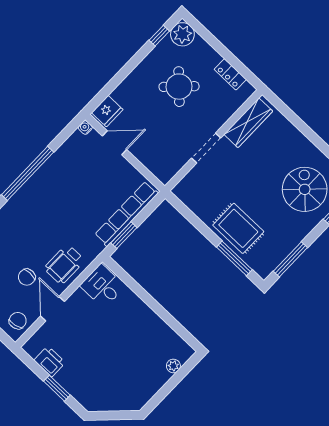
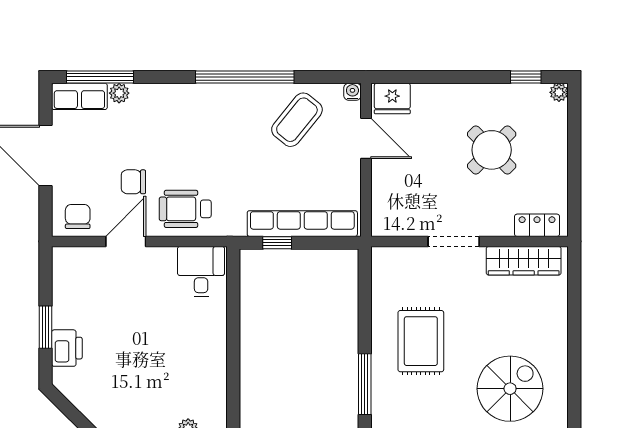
plant: (182, 34) -> (559, 92), width x0.53, depth x0.53
locker: (230, 74) -> (537, 225), moved, turned 90
coffee table: (73, 168) -> (297, 120), added
rug: (238, 228) -> (421, 341), moved
window: (124, 235) -> (277, 243), width x0.67
chair: (18, 321) -> (78, 217), turned -78
printer: (50, 361) -> (67, 348), moved

